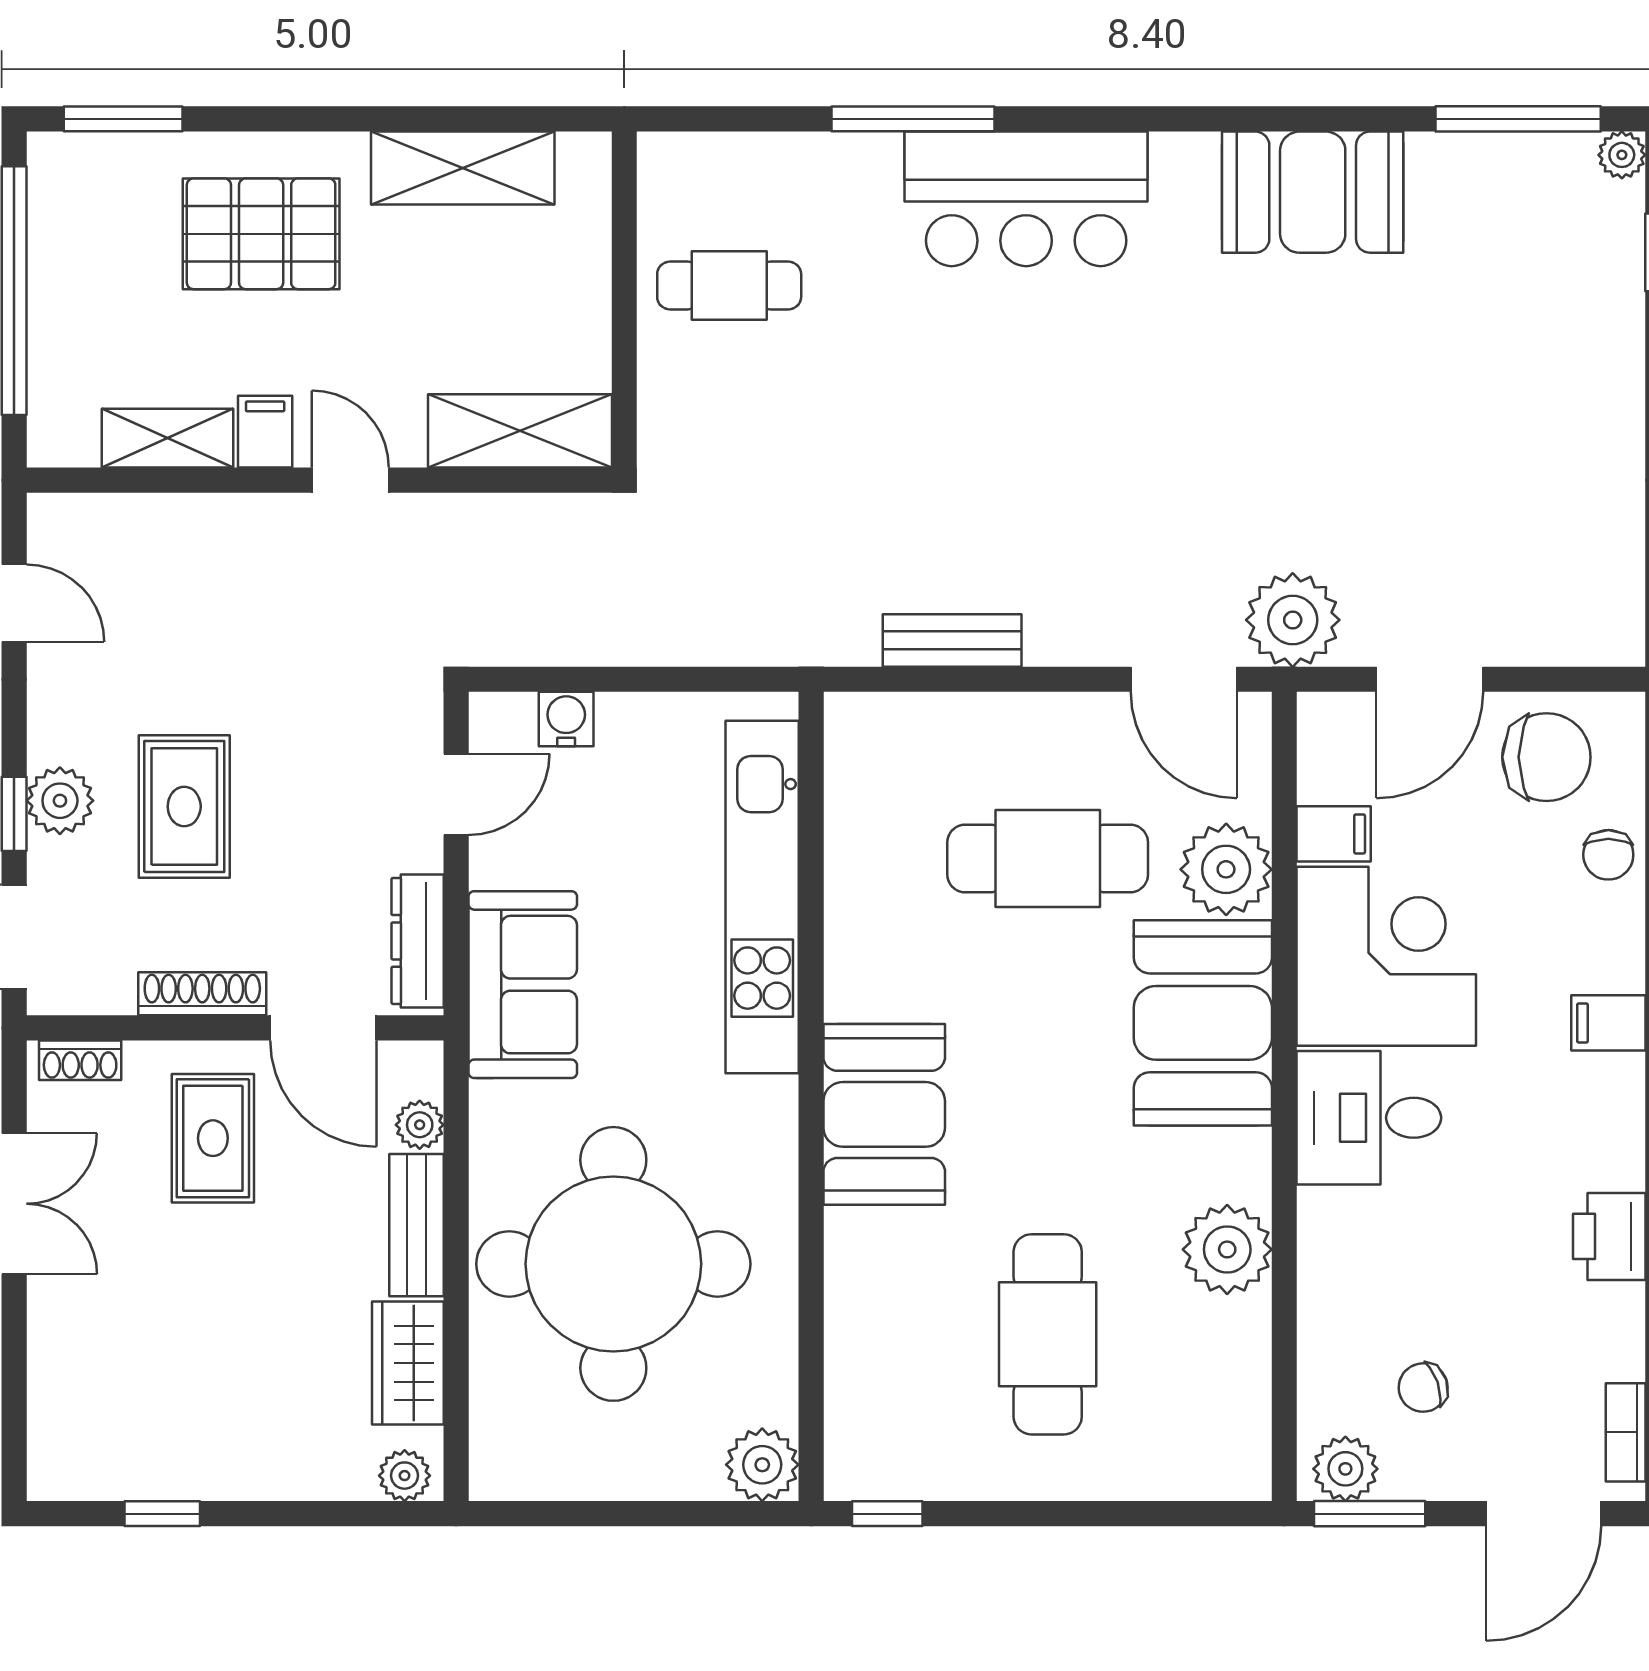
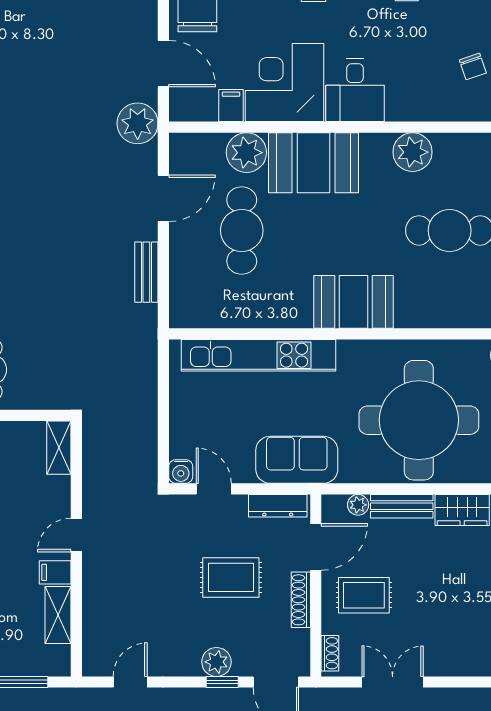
shelving: (520, 431) -> (59, 448), width x0.67, depth x0.75
door: (1184, 679) -> (163, 198), moved
water cooler: (566, 719) -> (181, 472), moved, turned -90
rug: (184, 807) -> (231, 577), moved

